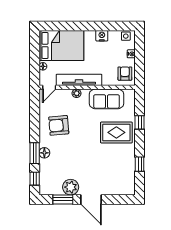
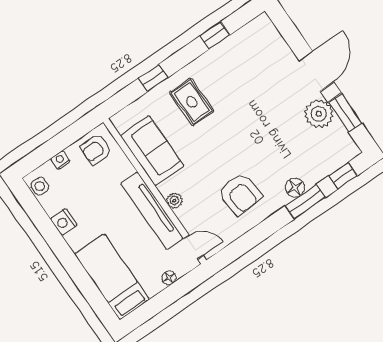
bed: (61, 45) -> (112, 277), width x0.67
rug: (116, 132) -> (192, 102), width x0.73, depth x0.70

